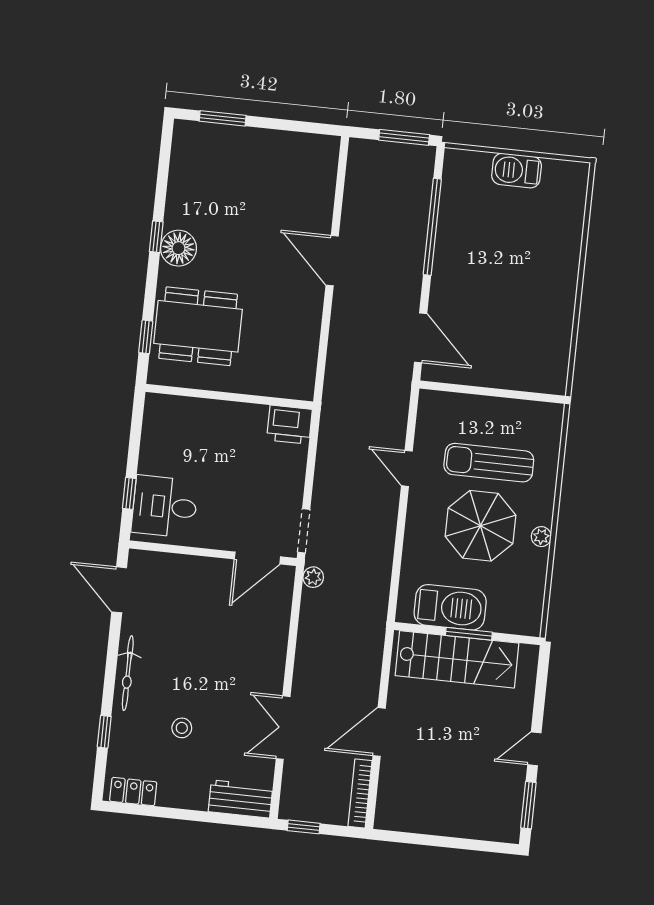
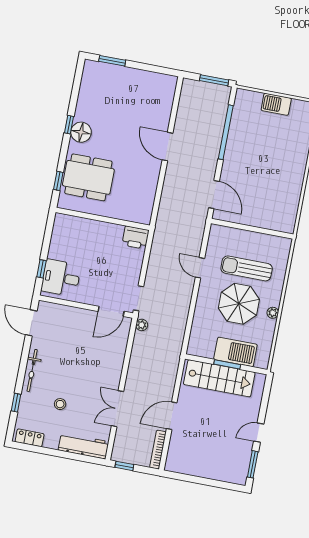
barbecue: (450, 607) -> (235, 352), moved
workbench: (240, 799) -> (83, 446), width x1.38

